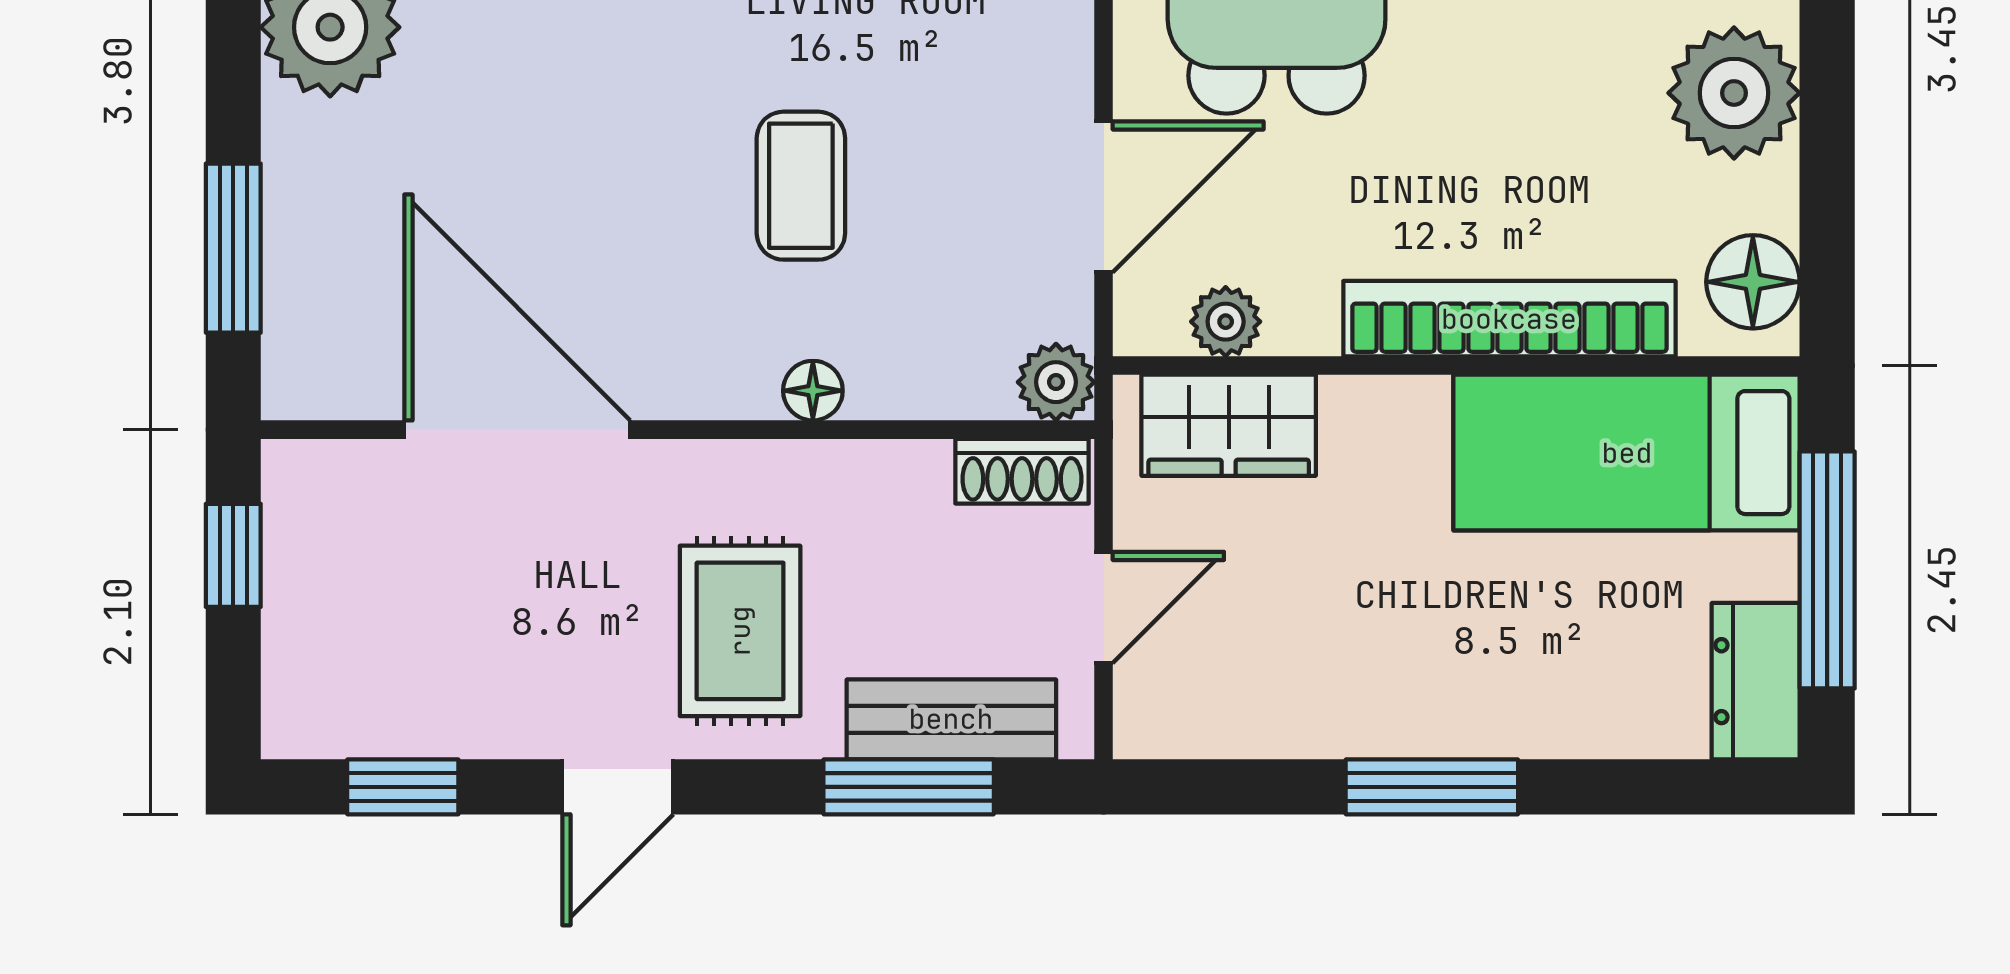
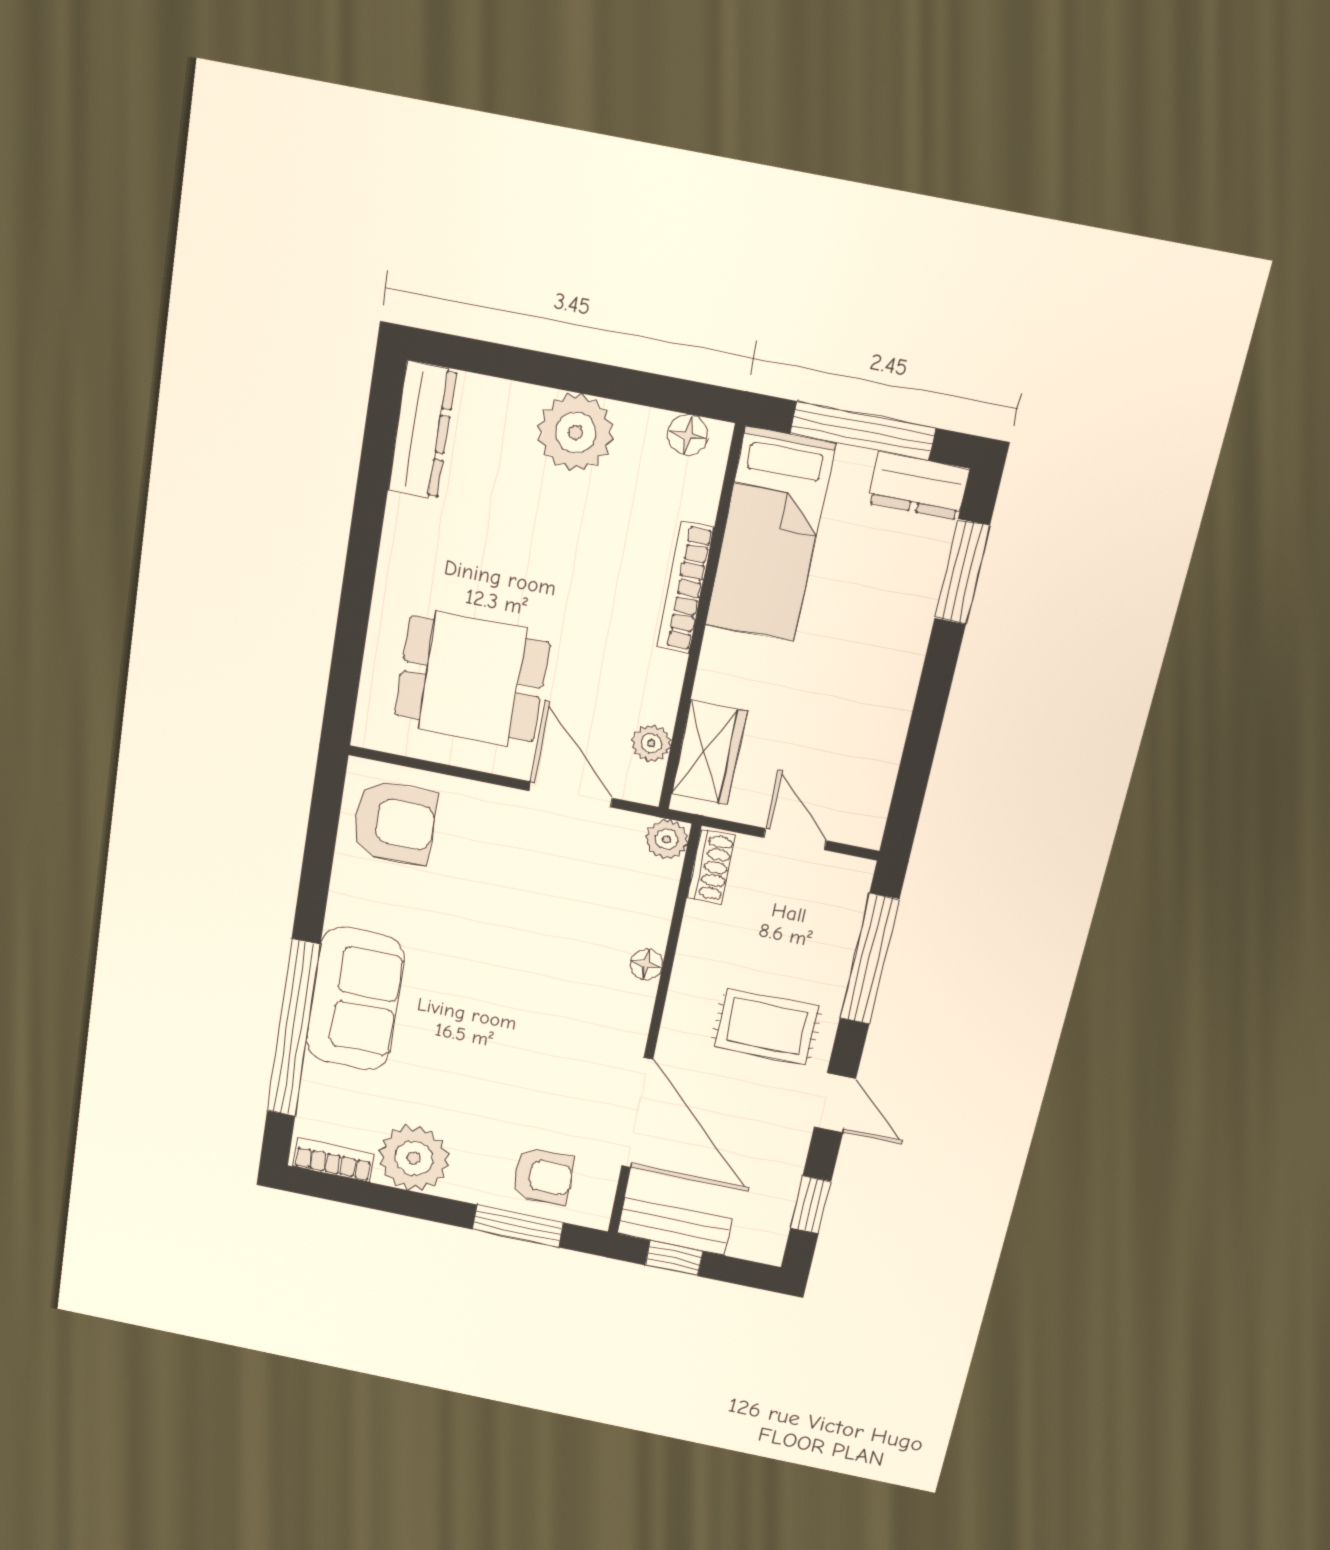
coffee table: (801, 186) -> (536, 948), removed
armchair: (348, 277) -> (543, 1176), added
floor lamp: (1753, 282) -> (688, 435), width x0.73, depth x0.73
bookcase: (1509, 319) -> (685, 588), width x0.68, depth x0.76
door: (517, 430) -> (637, 1113), swing flipped
bench: (951, 719) -> (675, 1226), moved, turned 90
window: (909, 787) -> (869, 959), width x1.44
window: (1432, 787) -> (962, 572), moved

